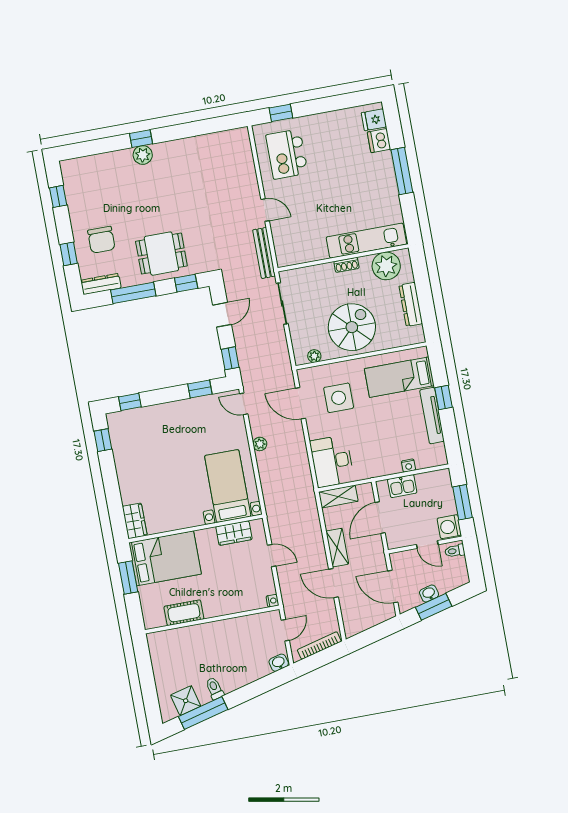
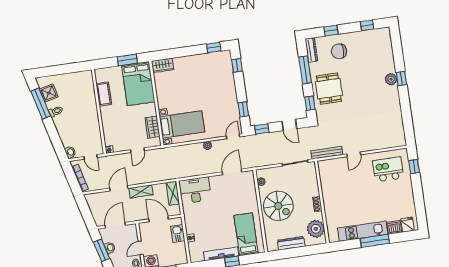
kitchen unit: (366, 241) -> (363, 231), moved, turned -90
side table: (339, 398) -> (235, 196), removed

